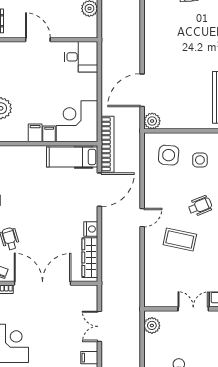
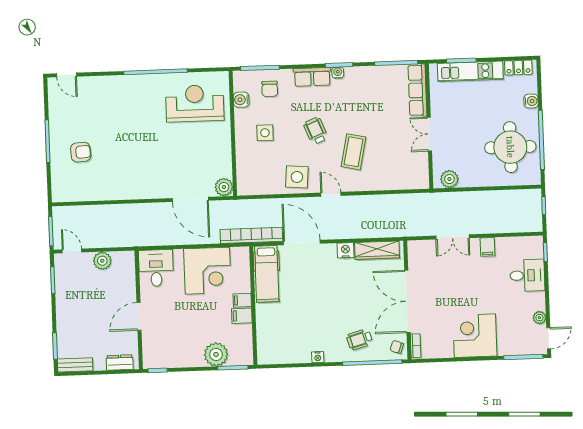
corner desk: (77, 121) -> (207, 271), moved, turned -90
side table: (169, 155) -> (297, 177), moved

